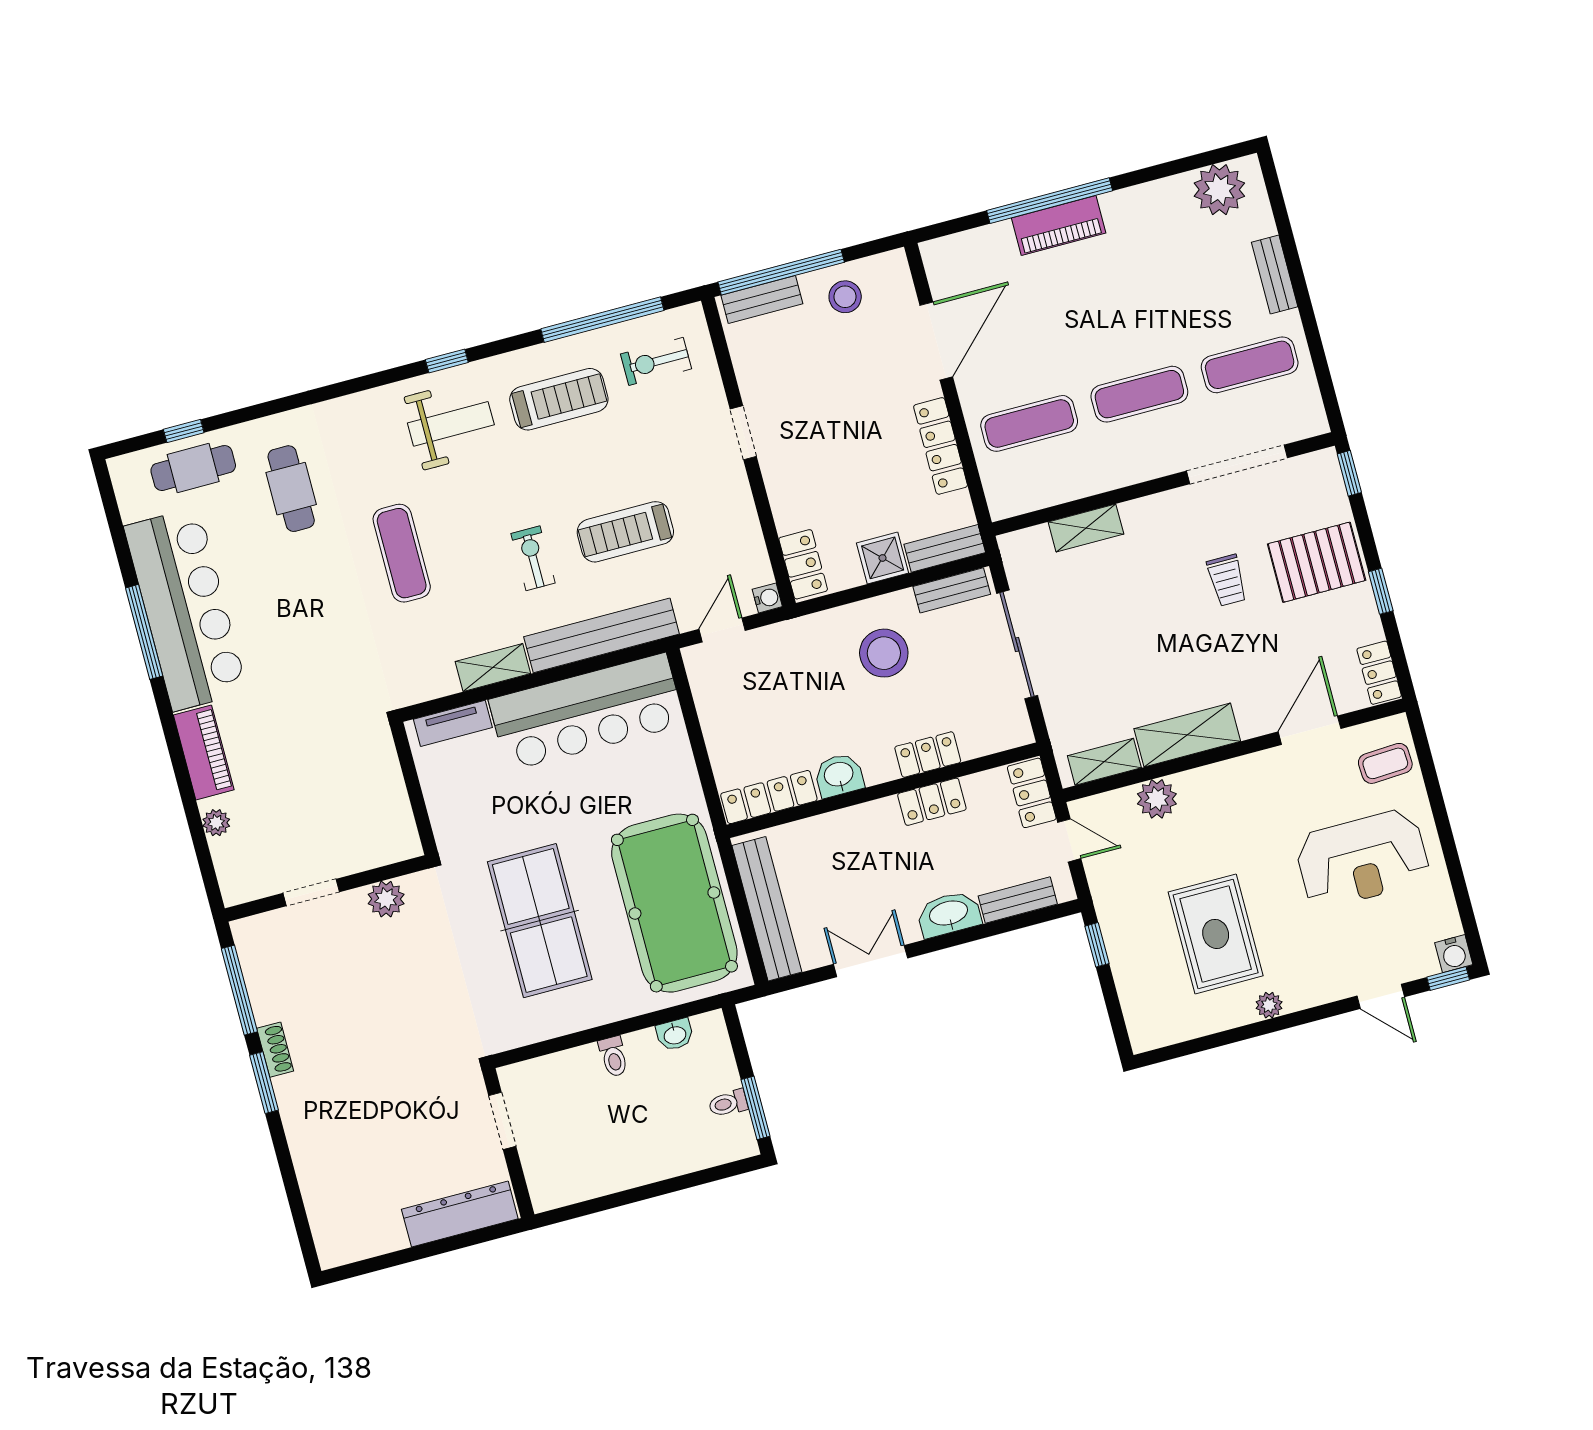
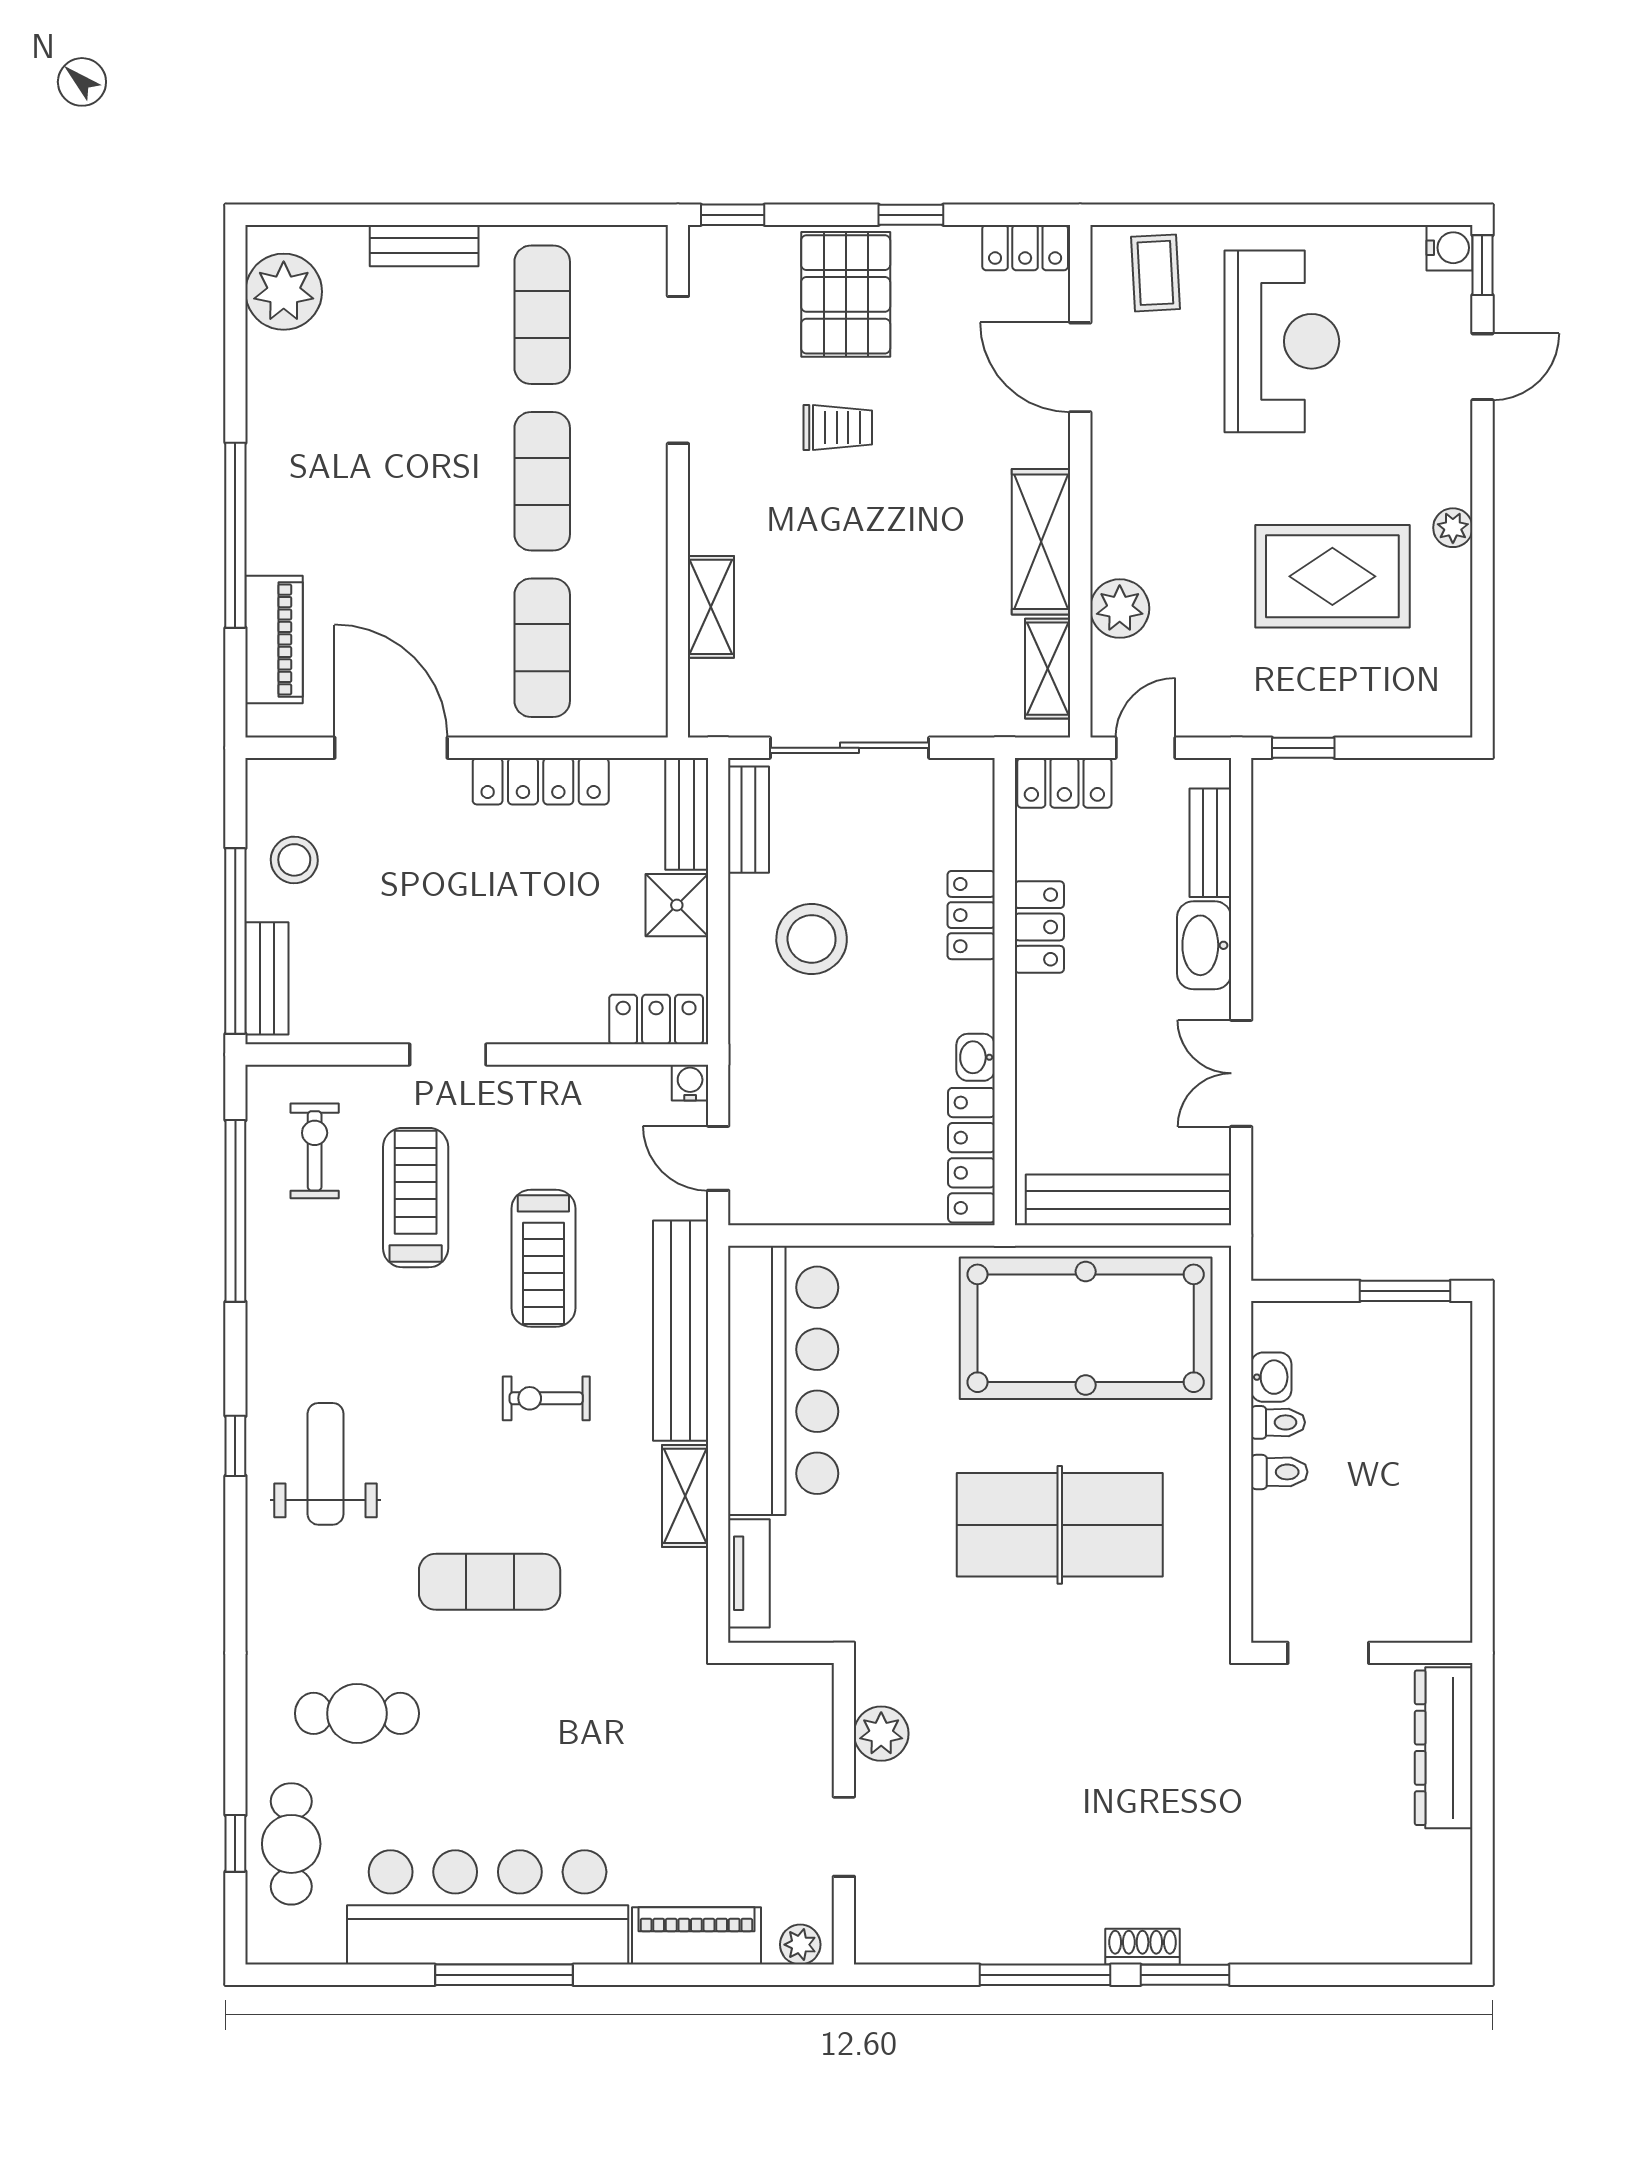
piano: (1059, 226) -> (274, 639), moved
exercise bike: (656, 361) -> (315, 1151), turned 180
treadmill: (559, 399) -> (416, 1198), moved
washbasin: (839, 775) -> (976, 1057), width x0.72, depth x0.69
wall: (326, 888) -> (844, 1814), moved
doorway: (311, 892) -> (844, 1837), moved
plant: (386, 899) -> (881, 1734), moved
toilet: (728, 1103) -> (1278, 1422), moved, turned -90

